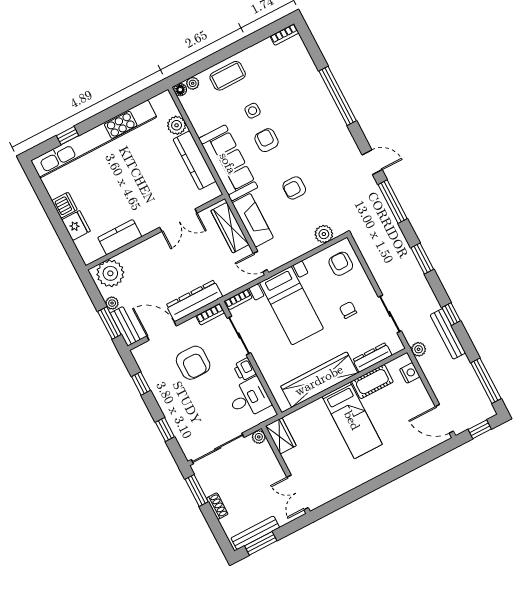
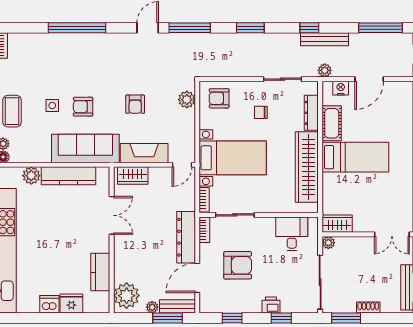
wardrobe: (230, 228) -> (133, 175), width x0.67
printer: (245, 369) -> (271, 305), moved, turned 180
door: (444, 419) -> (369, 79), moved

